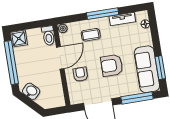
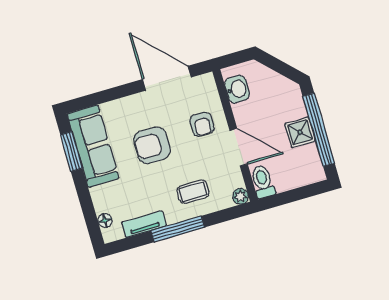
shower: (19, 39) -> (300, 132), moved
door: (60, 58) -> (239, 147), swing flipped
armchair: (112, 65) -> (152, 145), turned 180
washbasin: (31, 91) -> (237, 89), moved, turned -135
window: (137, 98) -> (104, 97), removed

